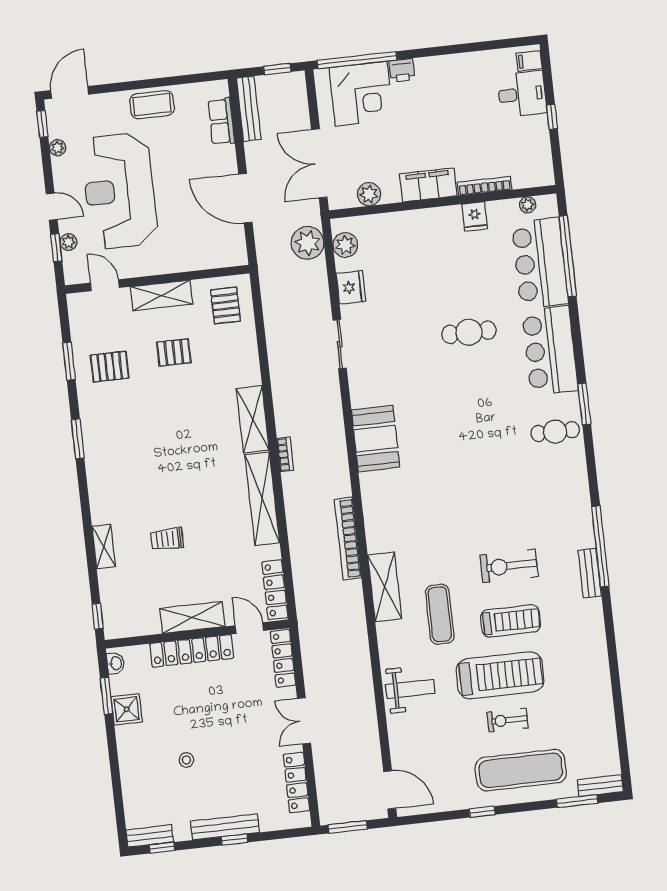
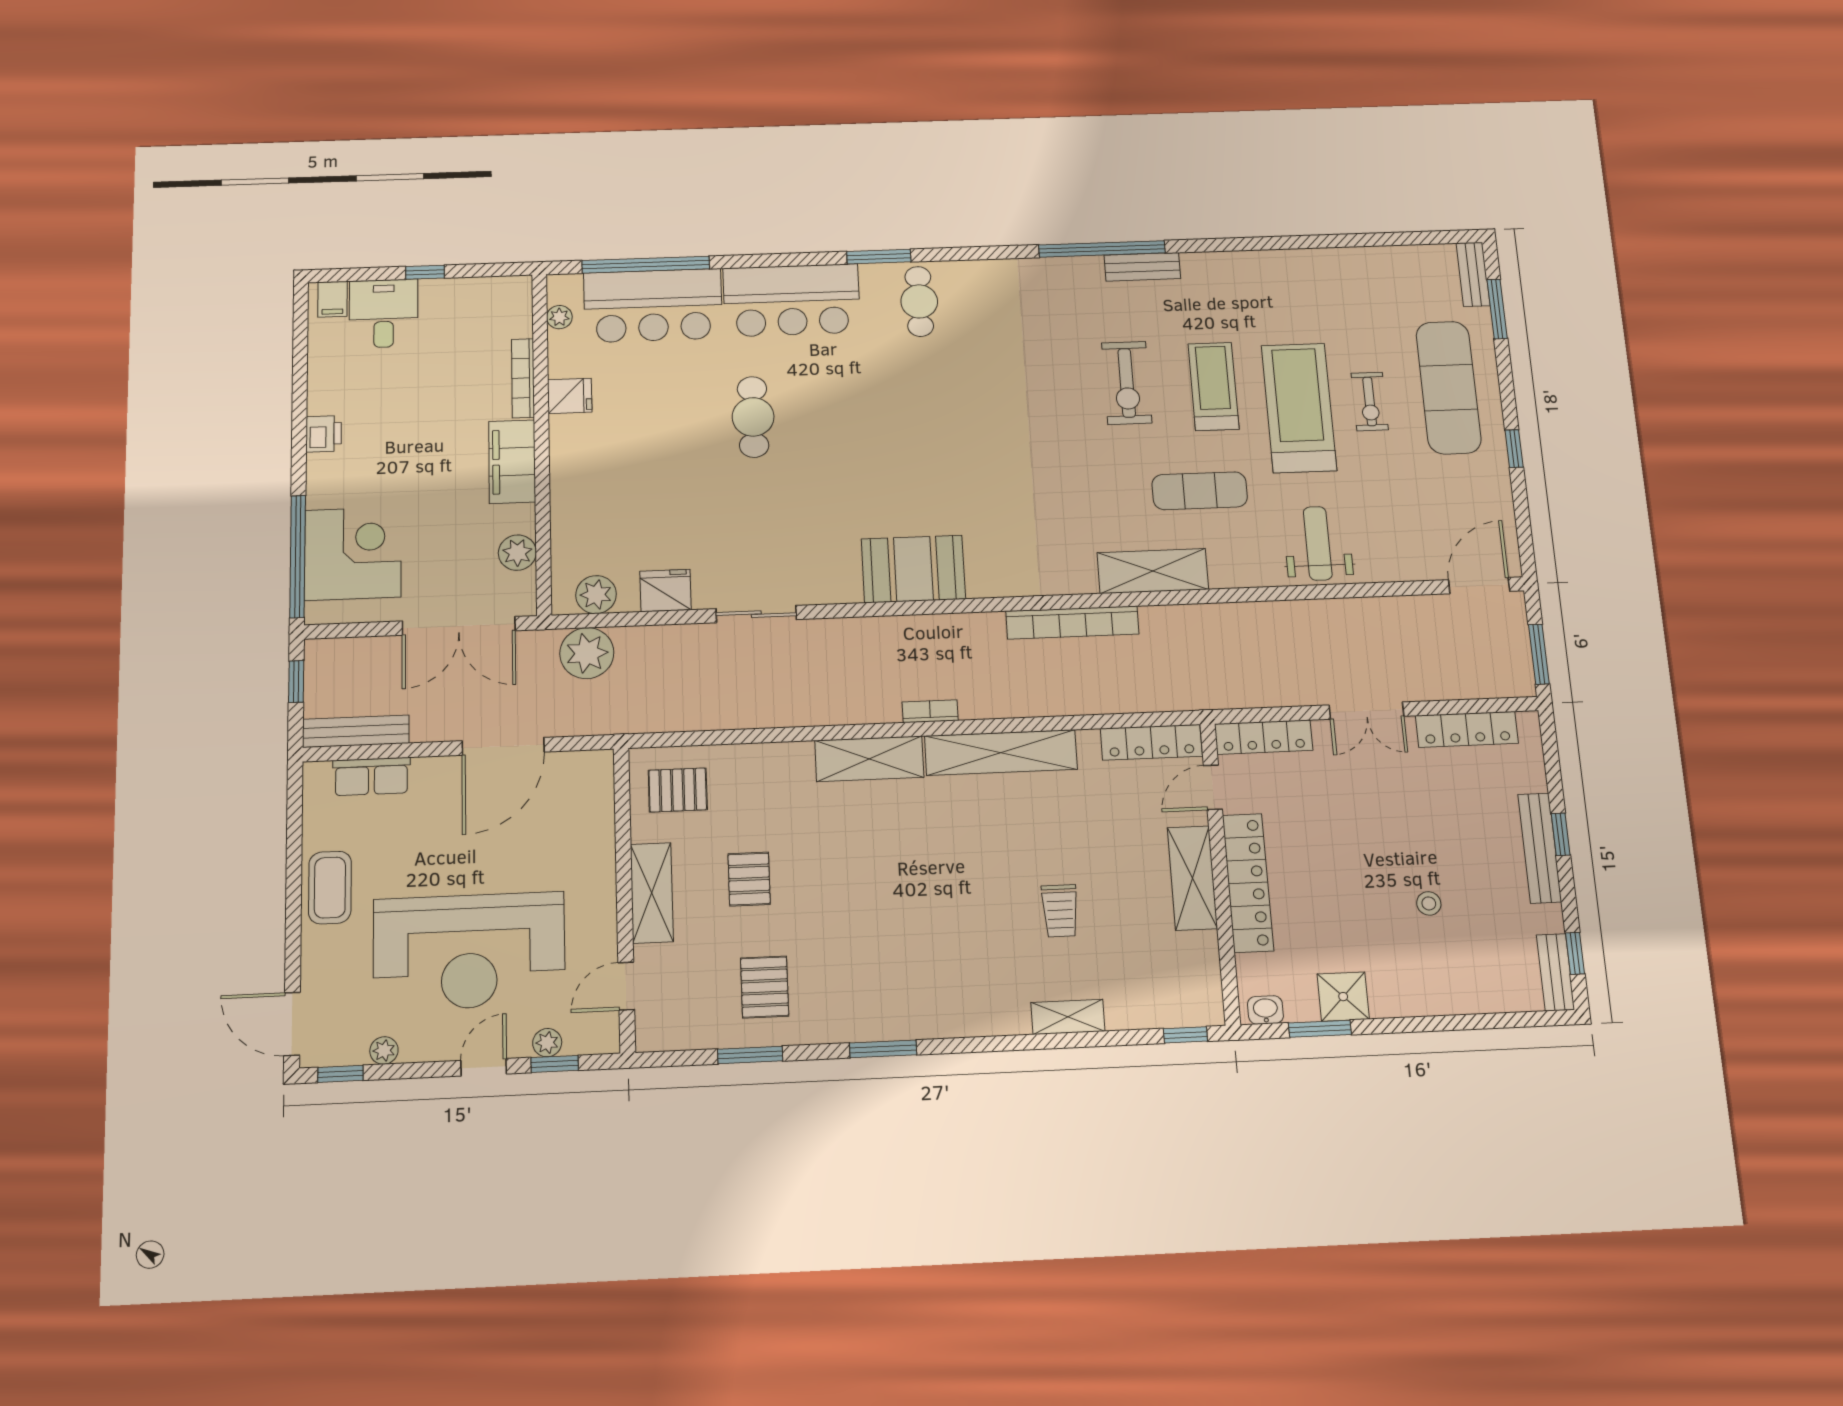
printer: (402, 70) -> (324, 434), moved

